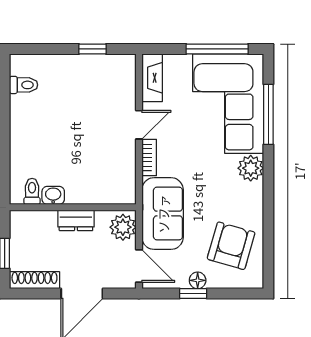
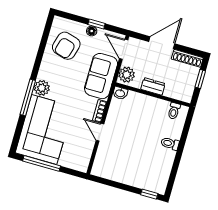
window: (93, 49) -> (149, 194), moved
fireplace: (152, 78) -> (84, 157), removed
toilet: (24, 85) -> (170, 144), moved
window: (268, 114) -> (28, 97), moved
door: (139, 125) -> (100, 132), hinge flipped
washbasin: (53, 195) -> (120, 93), moved

